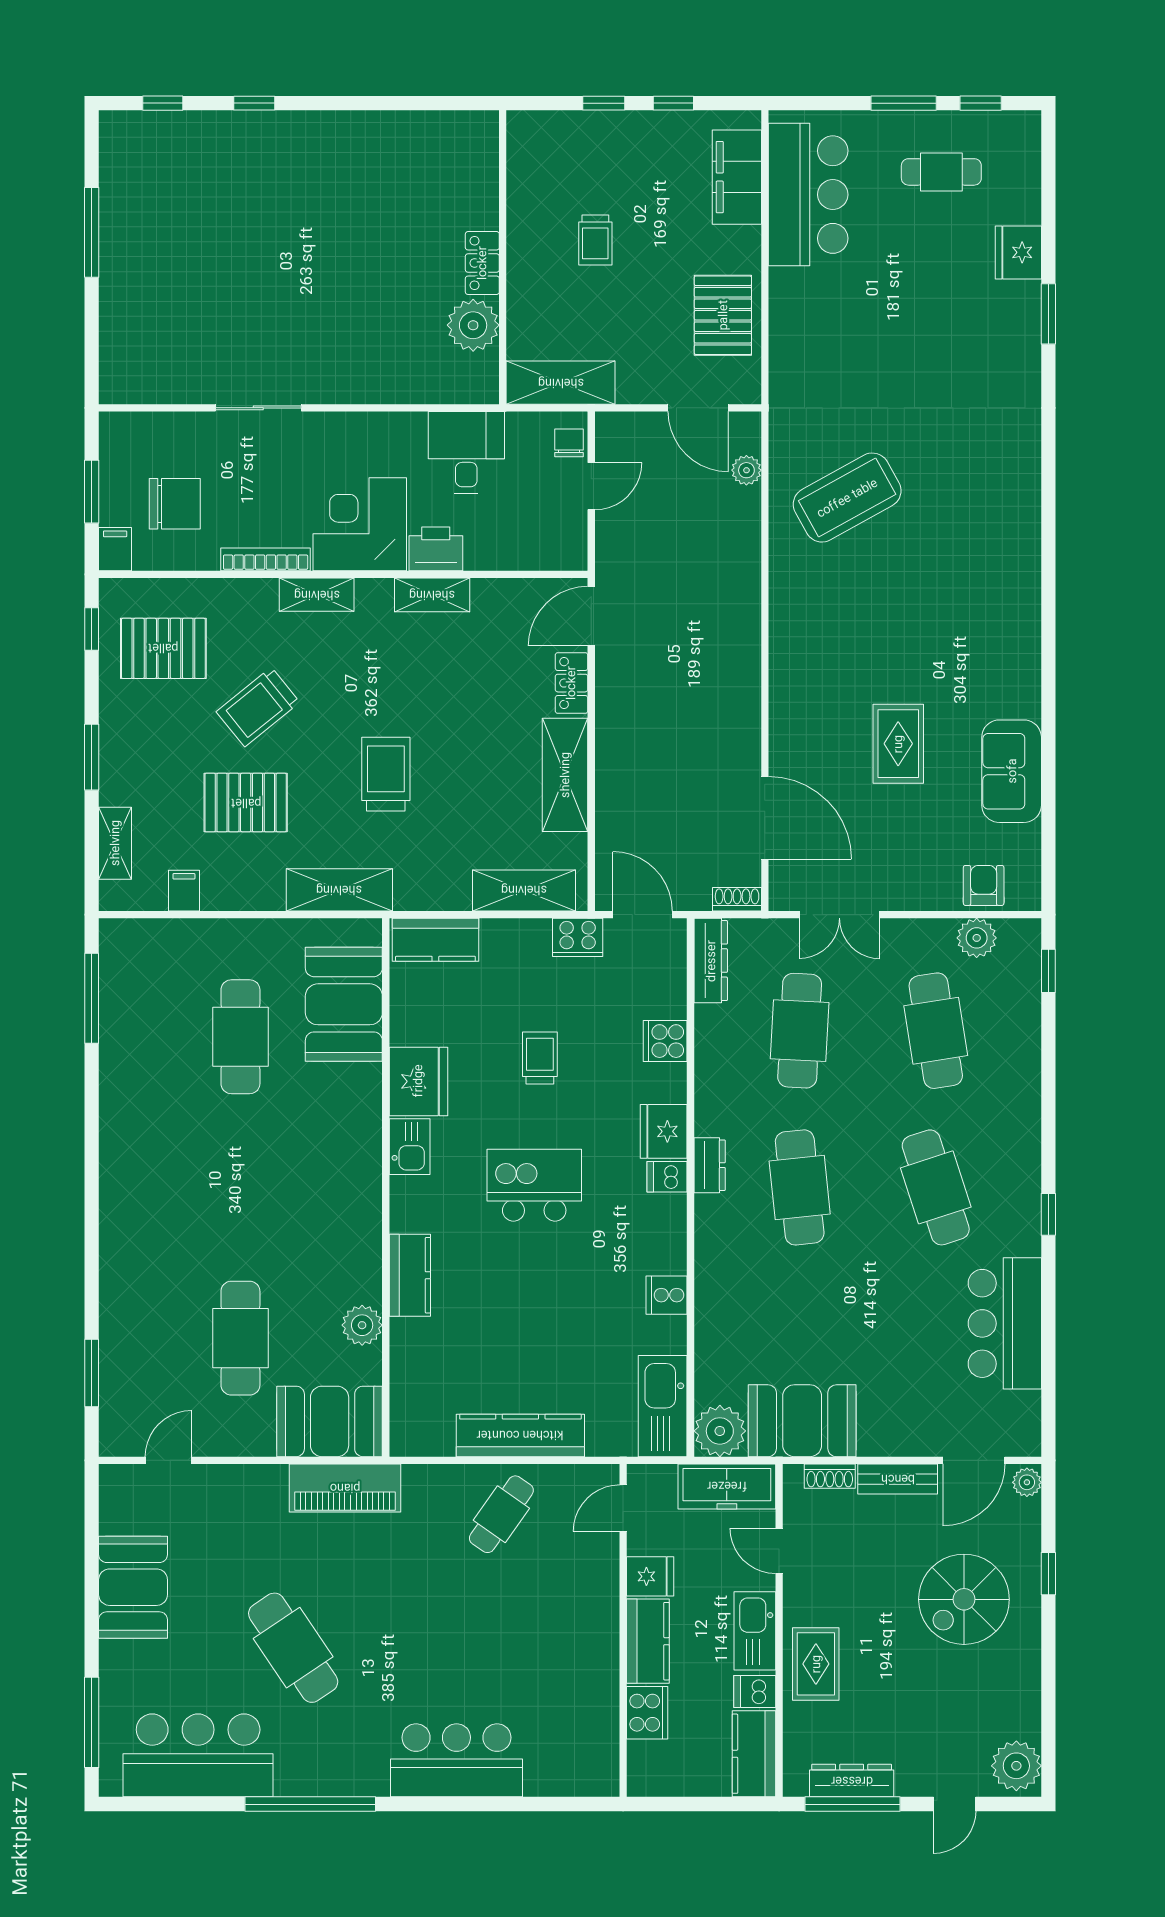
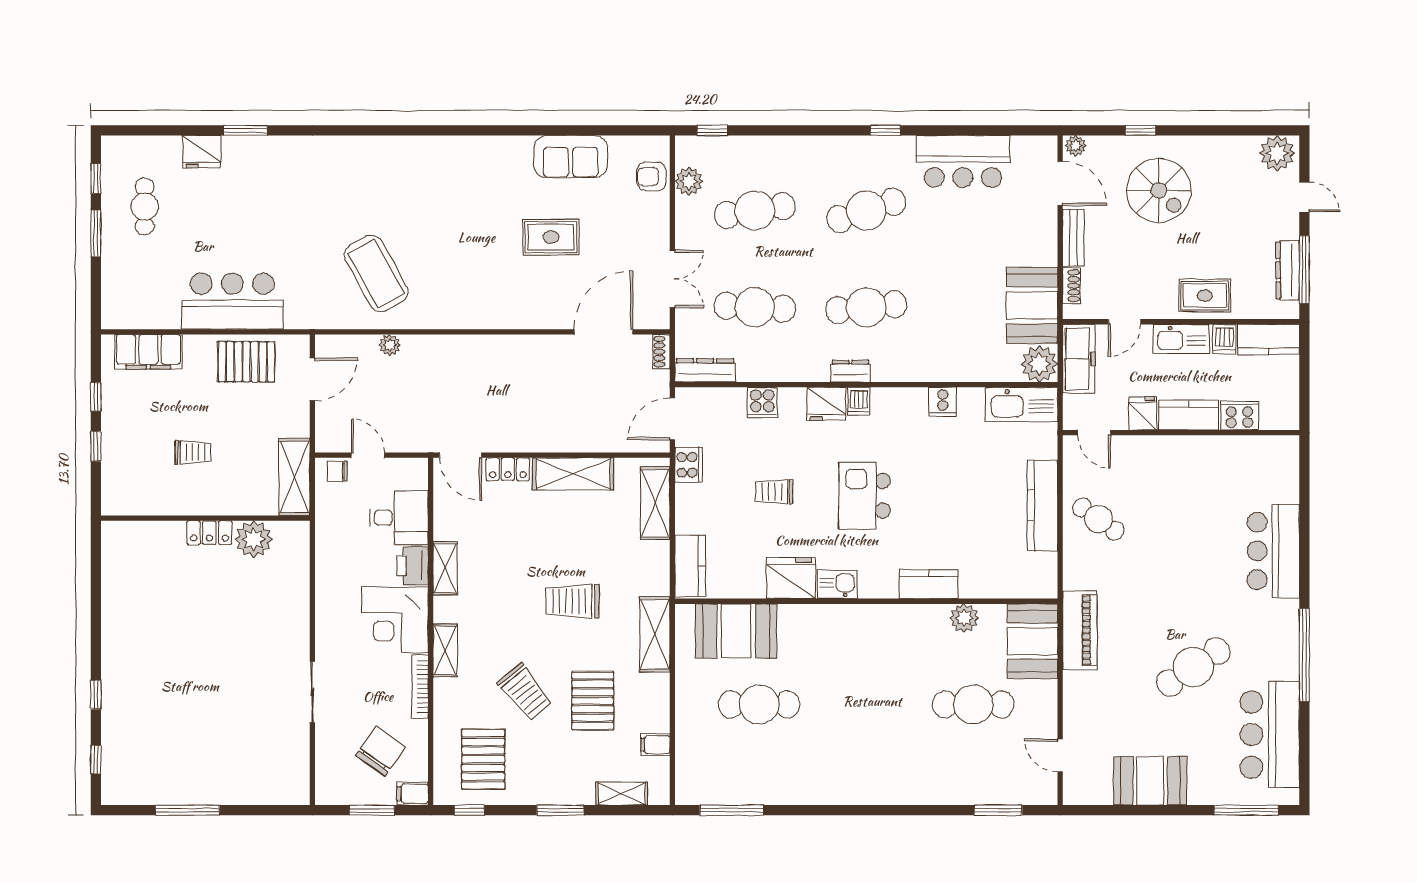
bar counter: (808, 195) -> (232, 301), moved
desk: (466, 452) -> (399, 518), moved, turned 180
plant: (746, 470) -> (390, 345), moved
chair: (175, 504) -> (380, 751), turned 35

